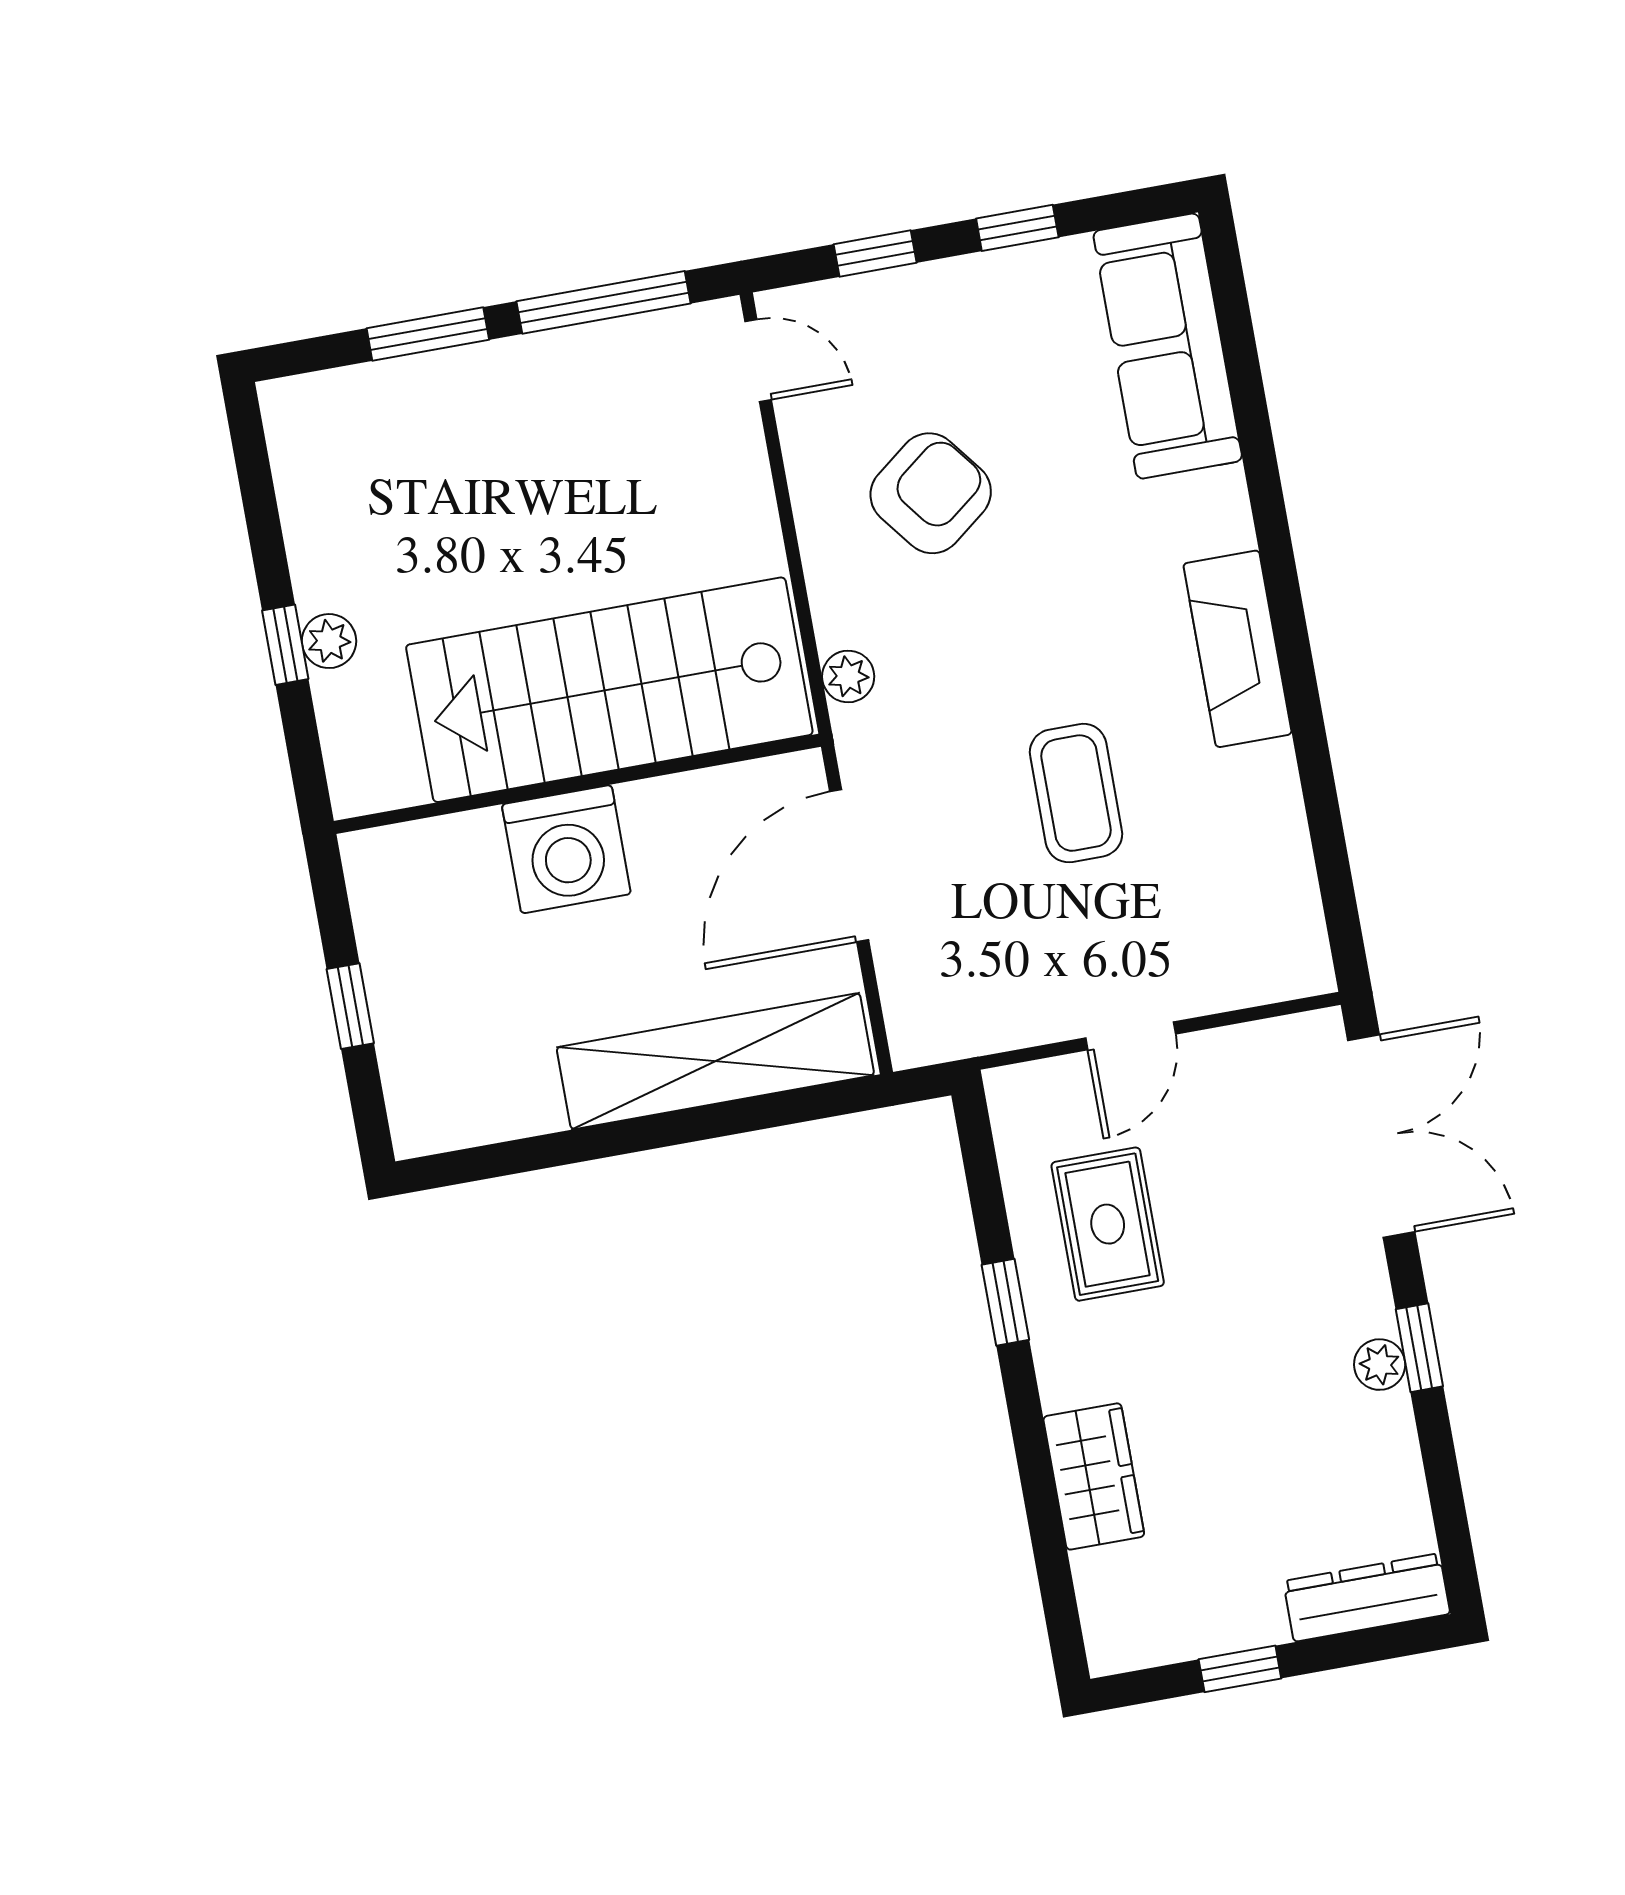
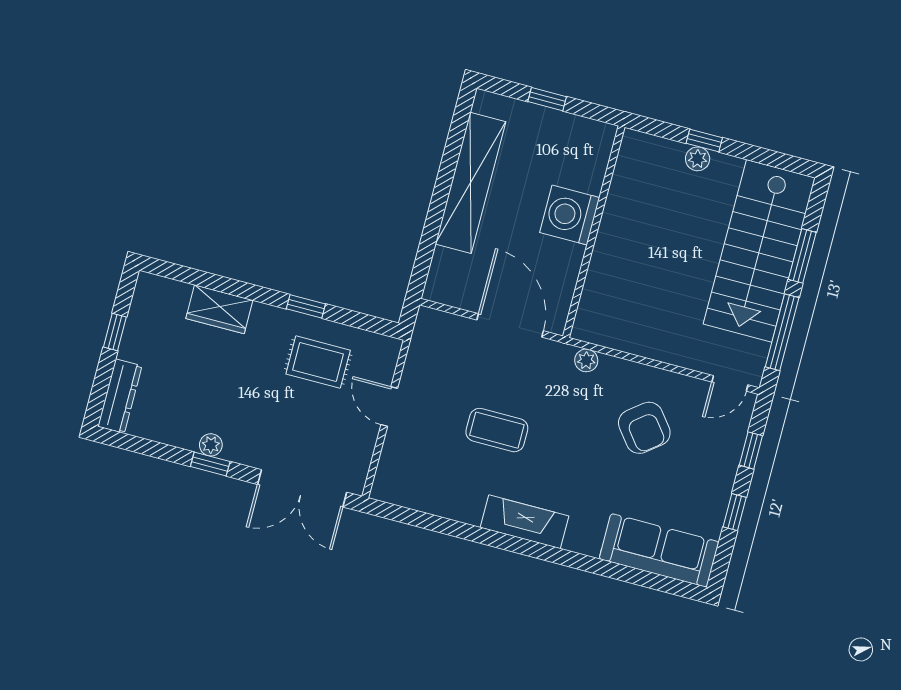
stairs: (609, 690) -> (759, 251), moved, turned 180
shelving: (715, 1061) -> (471, 183), moved

